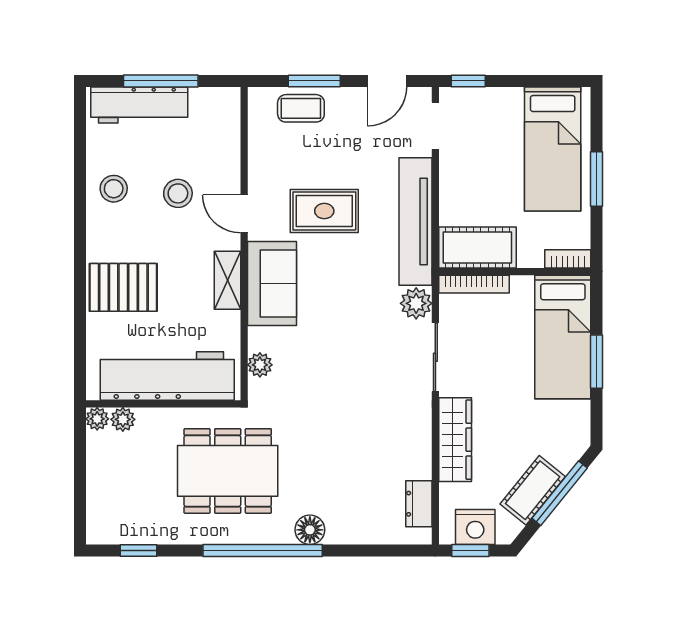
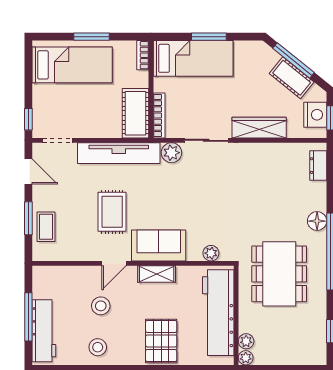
dresser: (419, 504) -> (318, 166), moved, turned 90

